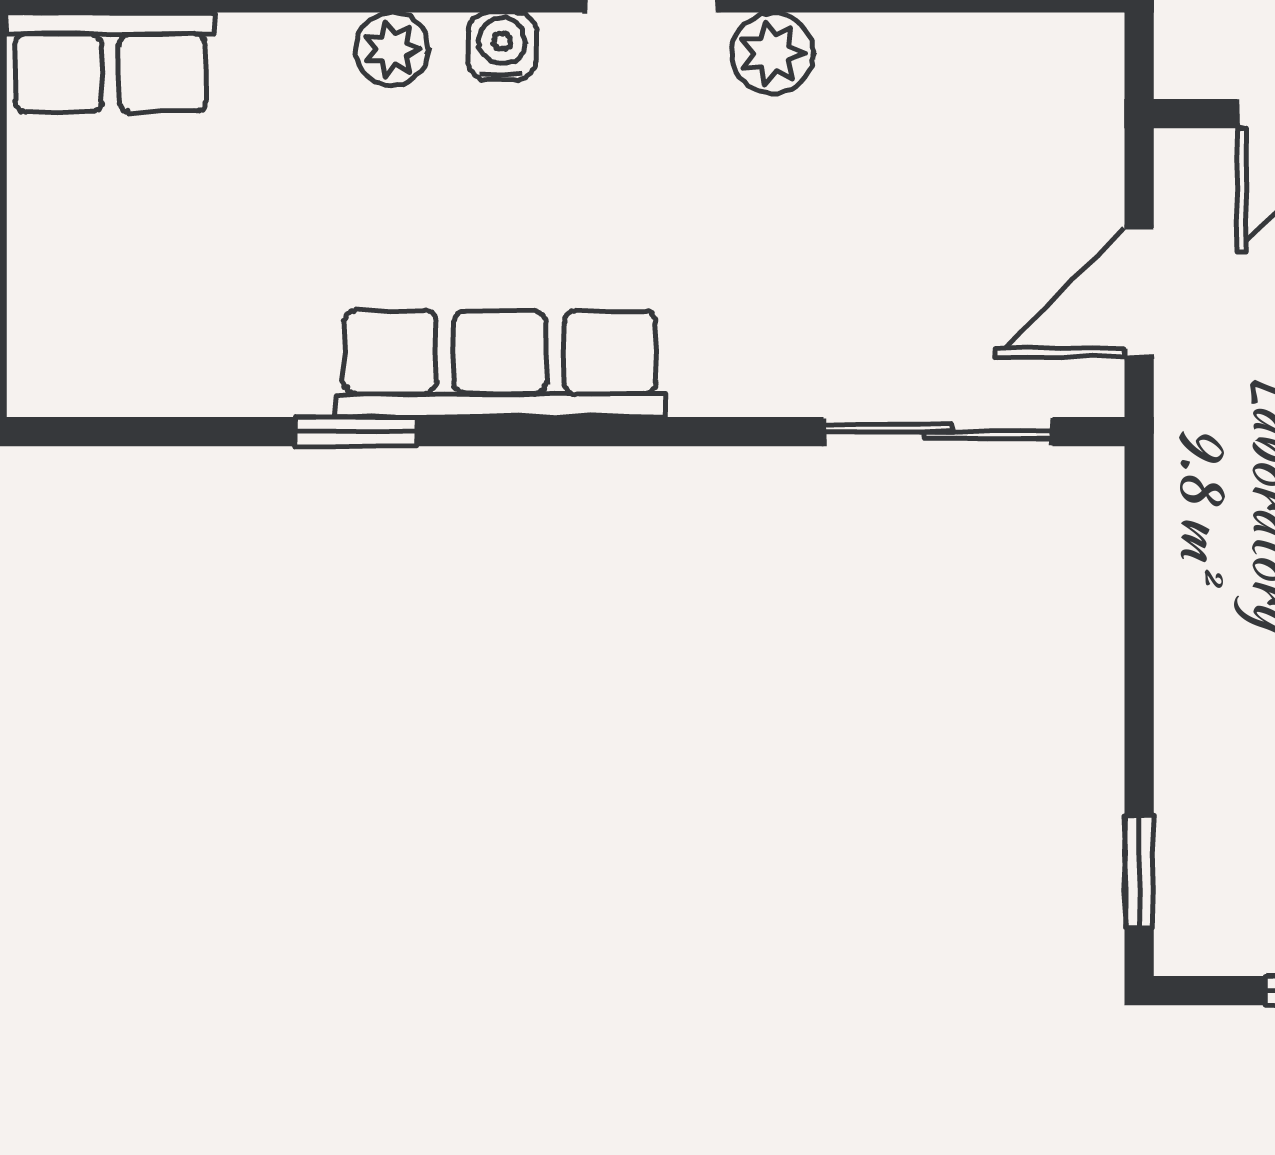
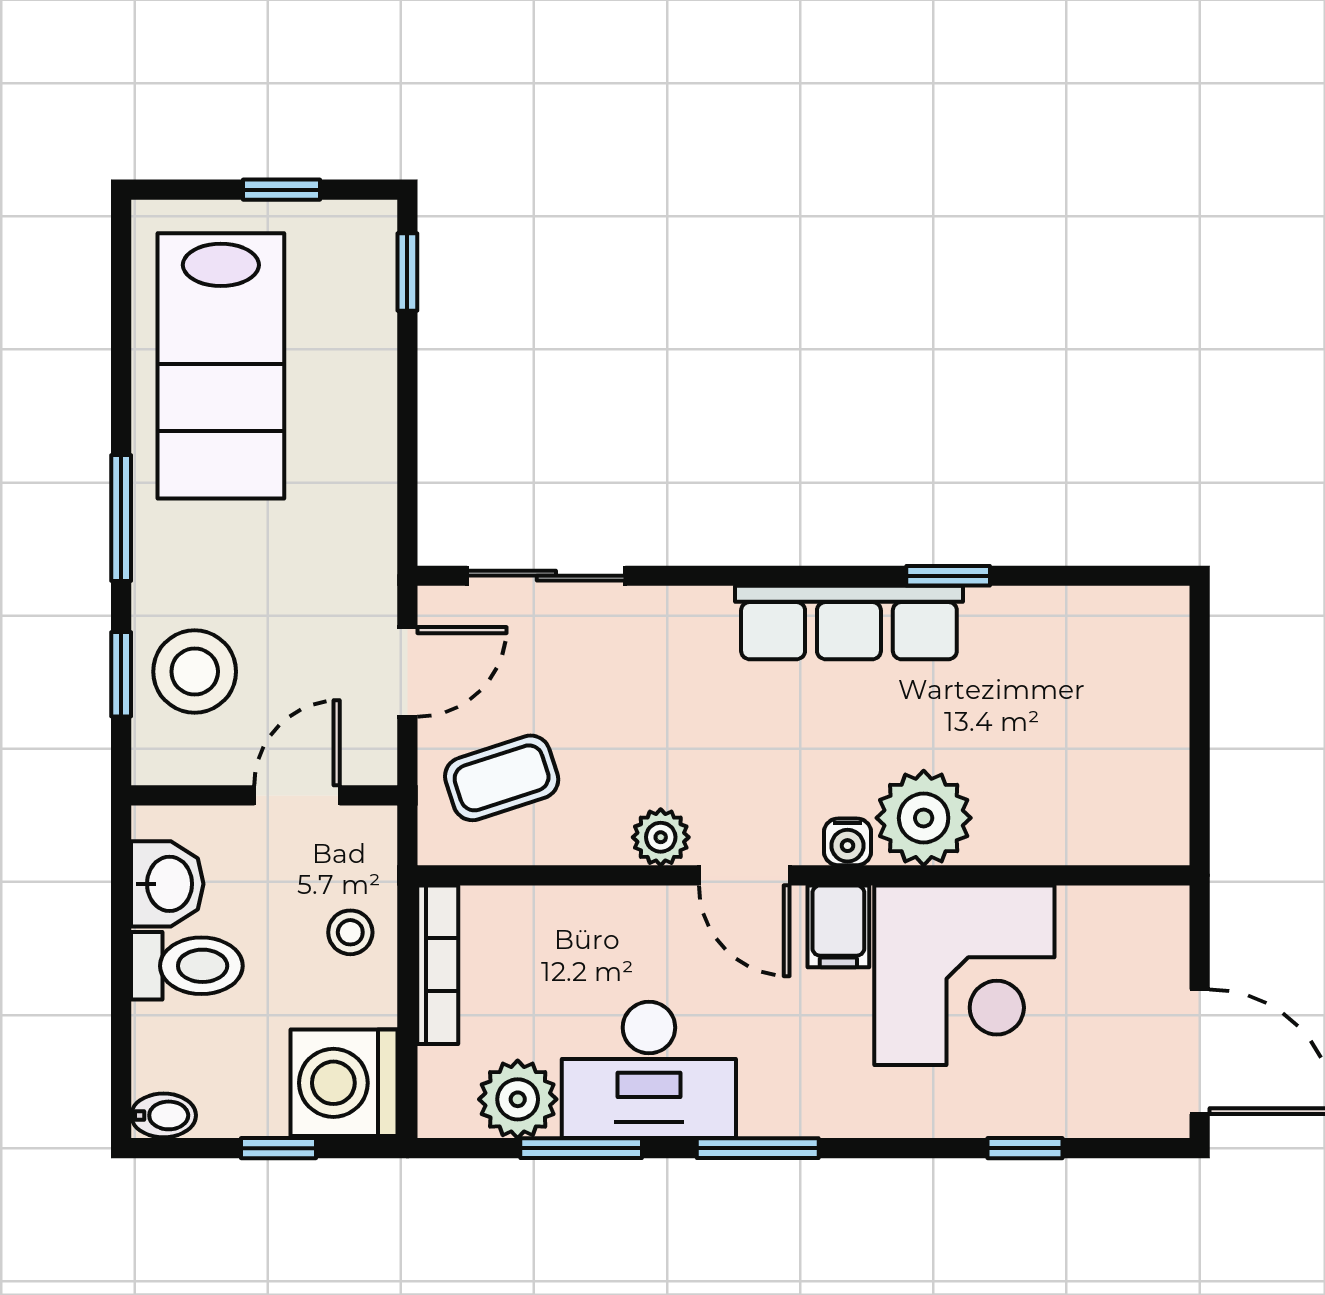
plant: (392, 49) -> (924, 818), width x1.88, depth x1.88
row of seats: (110, 62) -> (1118, 831), removed
coffee table: (1003, 139) -> (502, 778), added

